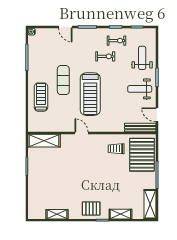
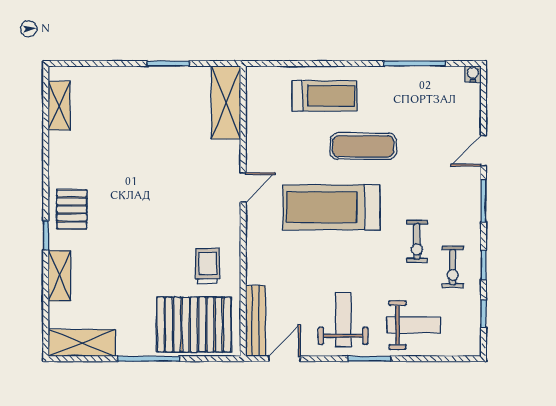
shelving: (57, 214) -> (59, 106), moved

